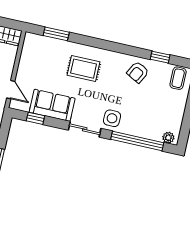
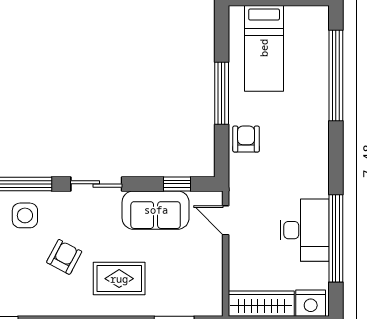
armchair: (138, 72) -> (64, 257), moved
side table: (112, 118) -> (25, 215), moved

